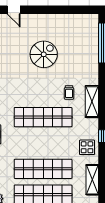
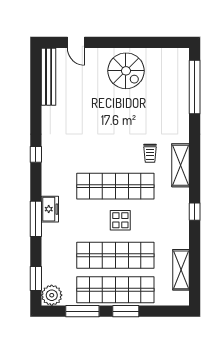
spiral stairs: (44, 54) -> (126, 71), moved, turned 90
display table: (87, 147) -> (120, 220), moved

